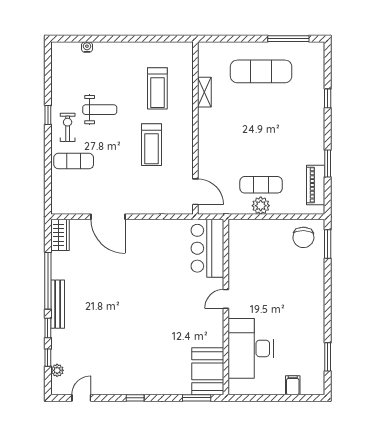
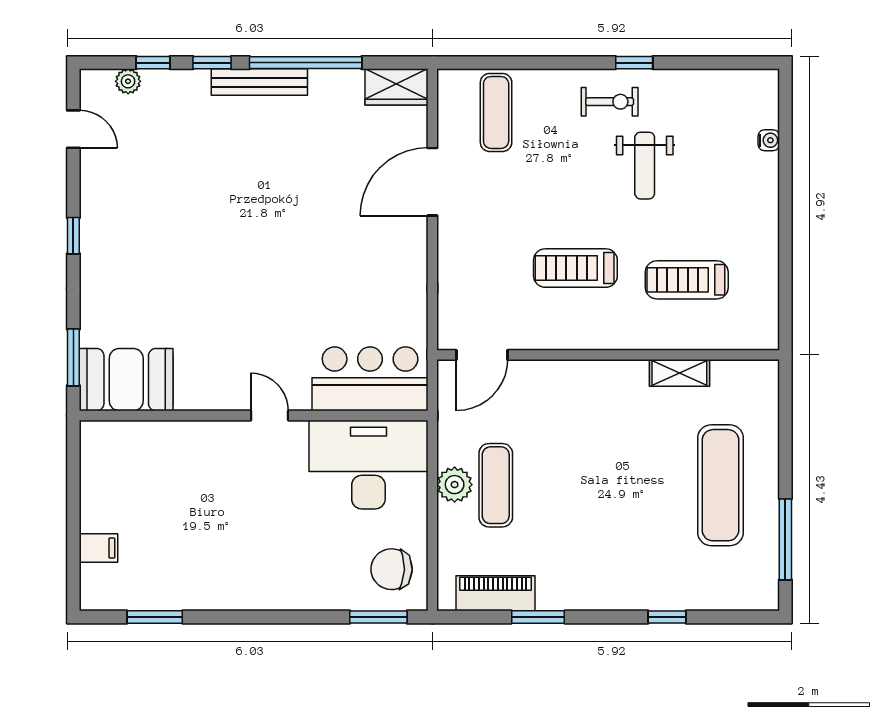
exercise mat: (74, 161) -> (496, 112), moved
desk: (251, 348) -> (368, 465), moved

